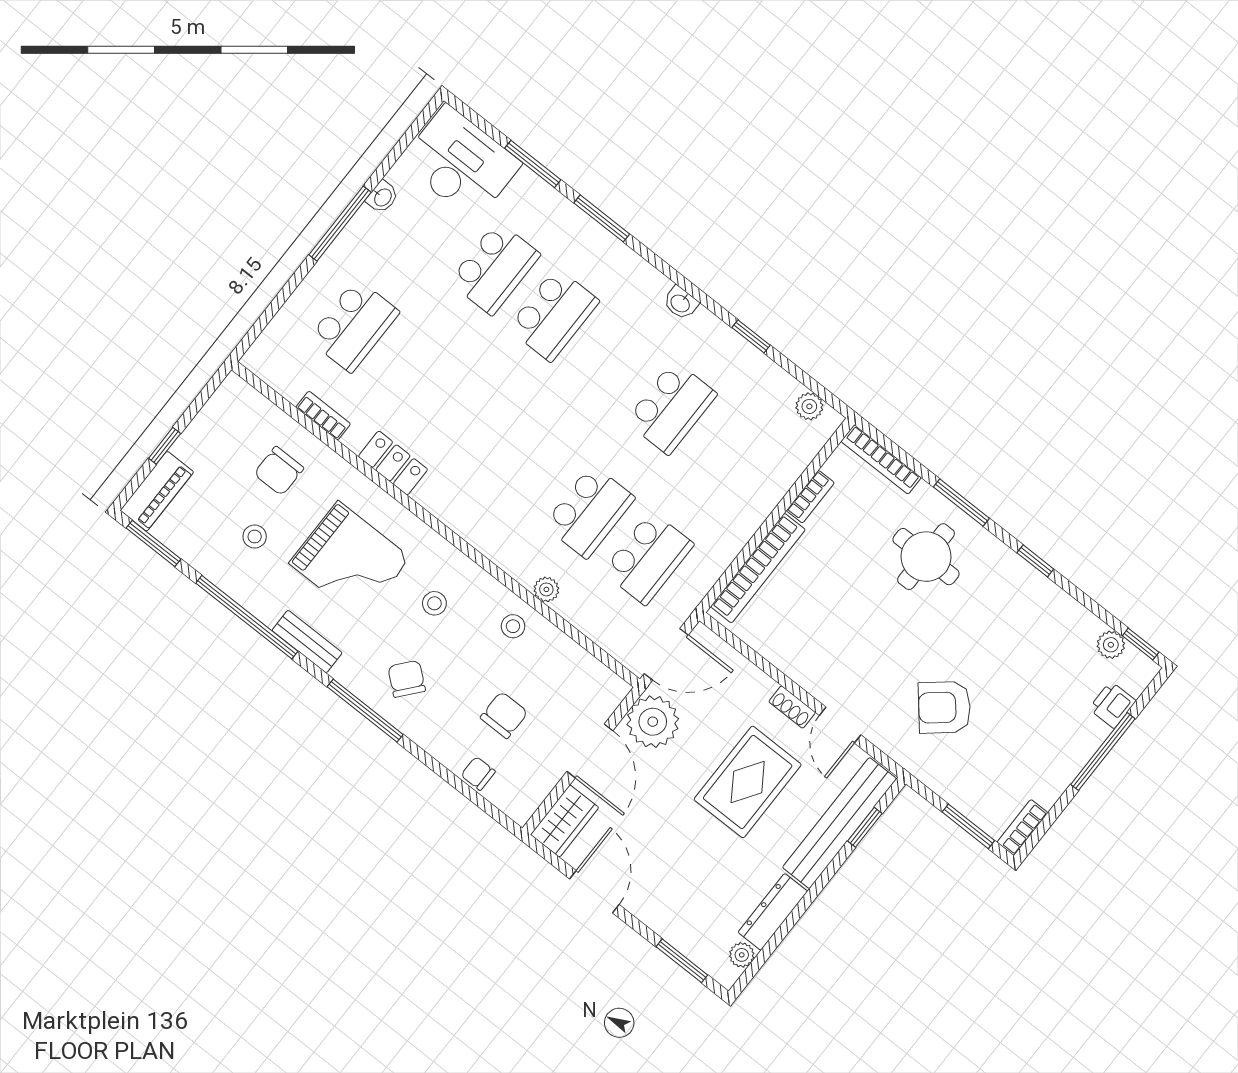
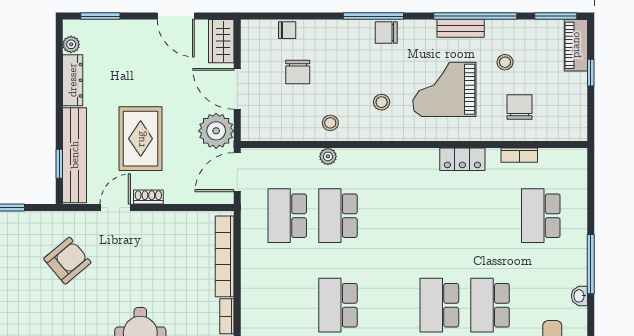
bench: (307, 642) -> (461, 28), moved
chair: (407, 679) -> (386, 32), moved, turned 140
door: (840, 725) -> (115, 208), hinge flipped

